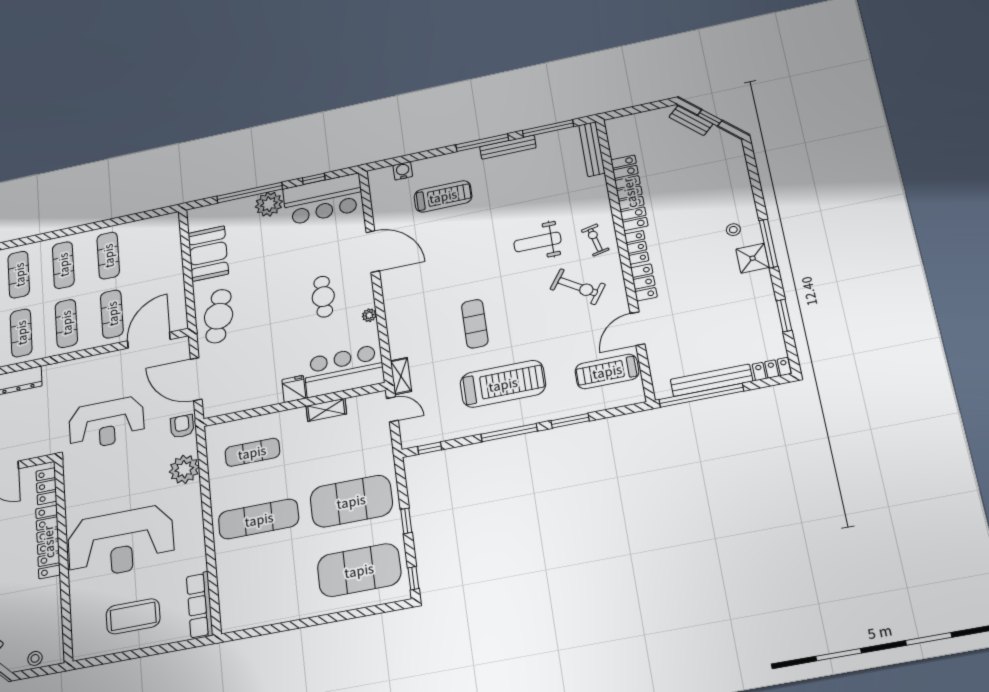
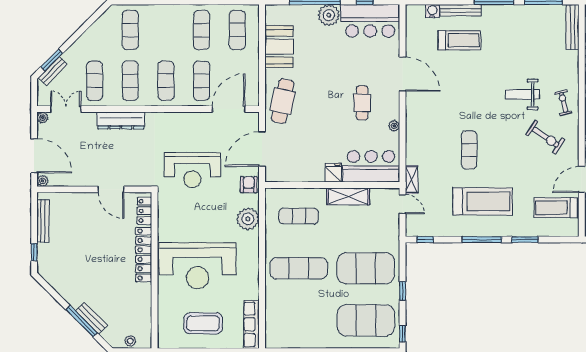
bench: (508, 147) -> (461, 10), moved
exercise mat: (63, 265) -> (237, 30), moved
door: (196, 379) -> (262, 149), hinge flipped
shelving: (326, 410) -> (348, 196), width x1.50, depth x1.33

